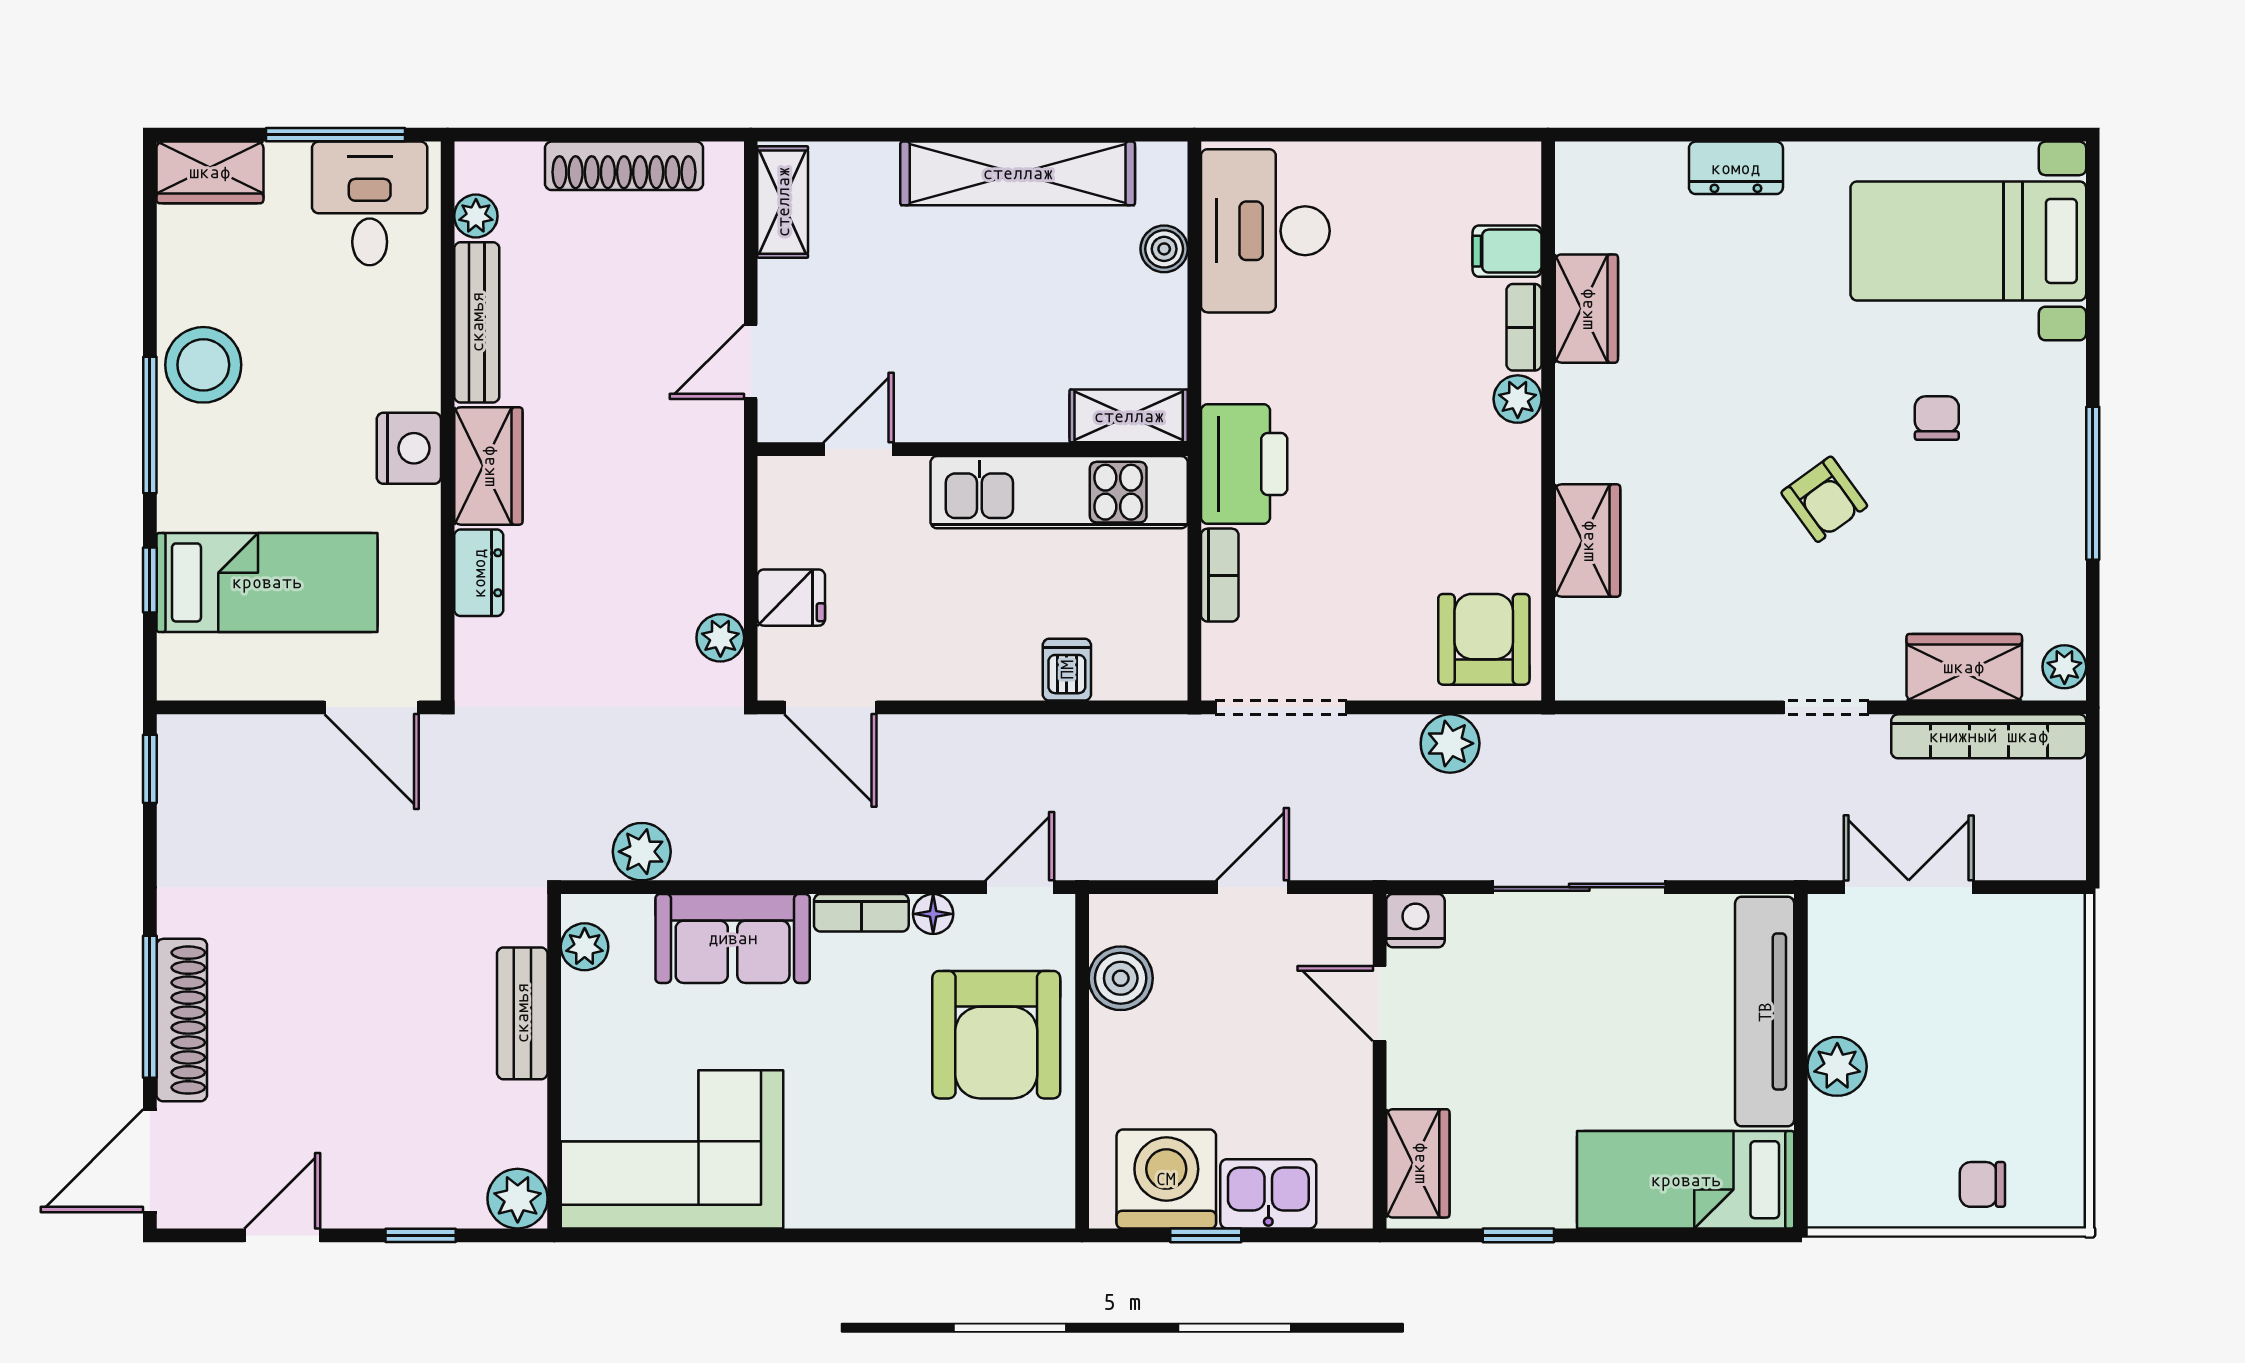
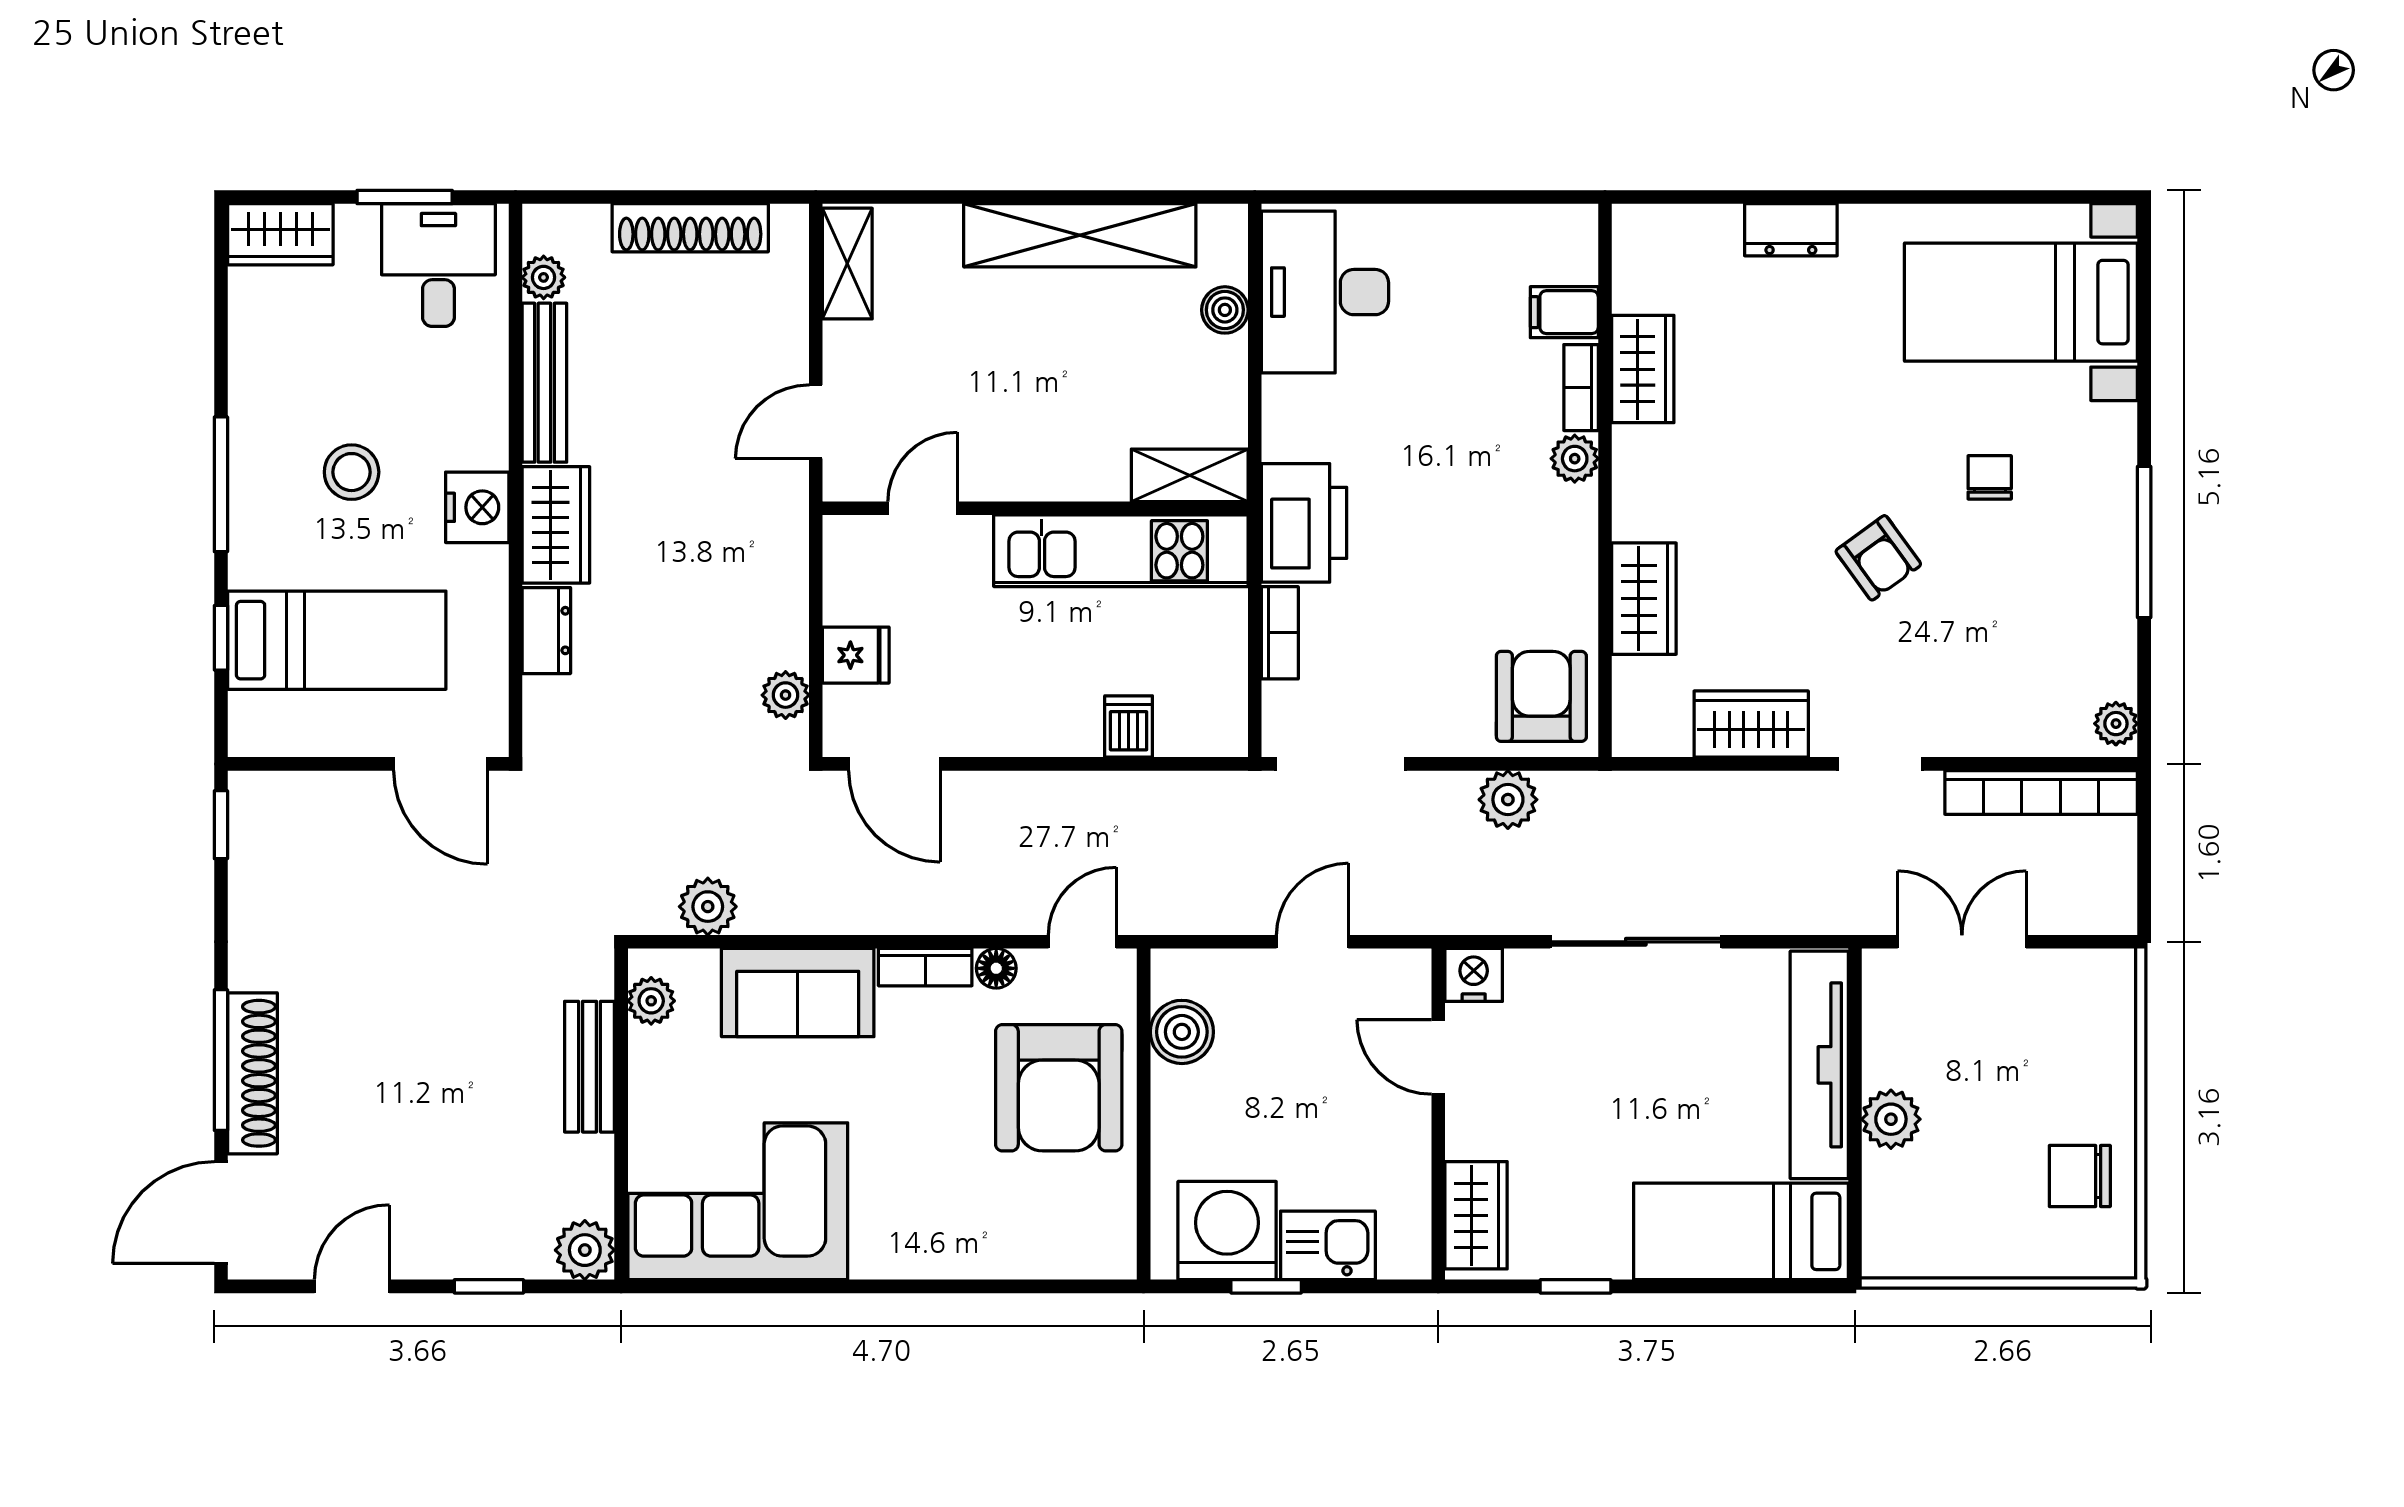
window: (335, 135) -> (405, 197), width x0.69
stool: (203, 365) -> (352, 472), moved, width x0.73, depth x0.73
wardrobe: (1964, 667) -> (1751, 724), moved
chair: (1982, 1184) -> (2080, 1176), moved, width x1.37, depth x1.37

